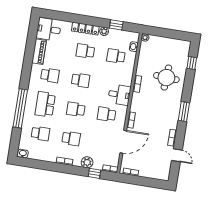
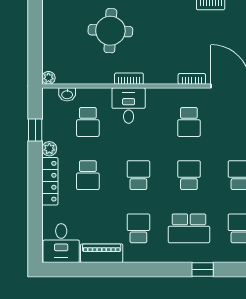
desk: (119, 95) -> (129, 106), moved
window: (20, 108) -> (203, 269), width x0.32
school desk: (76, 109) -> (189, 175), turned 180

